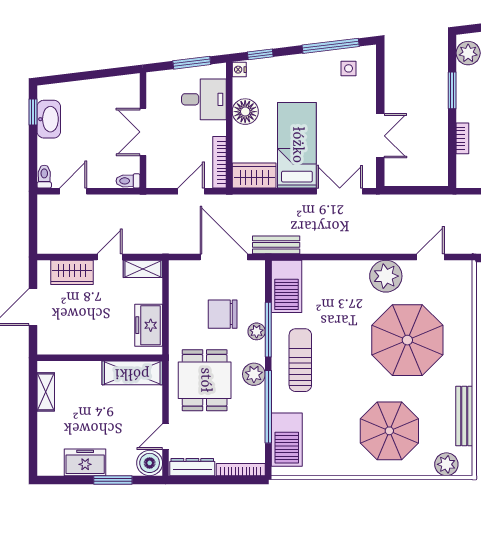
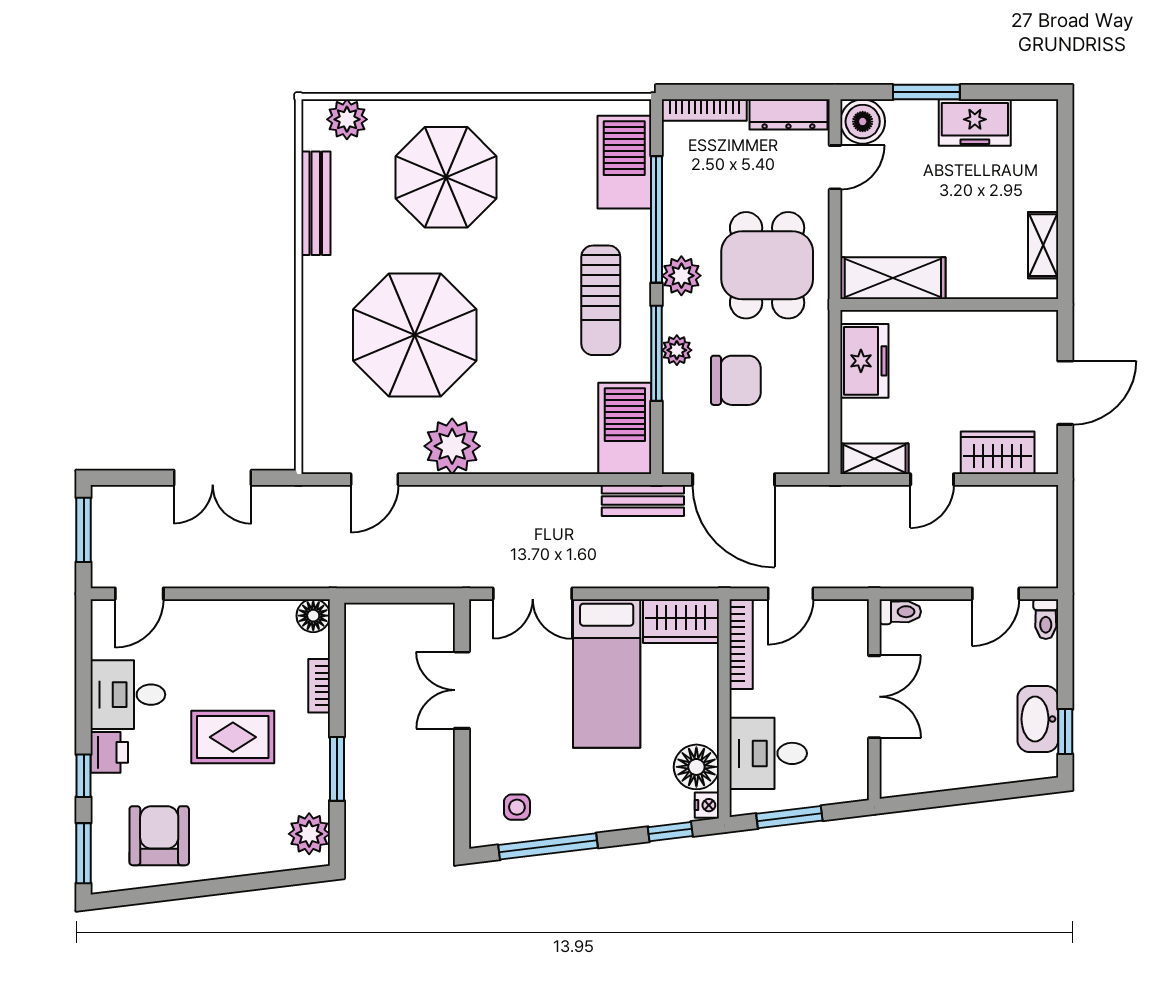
floor lamp: (245, 112) -> (696, 767), moved
floor lamp: (466, 179) -> (313, 616), added

